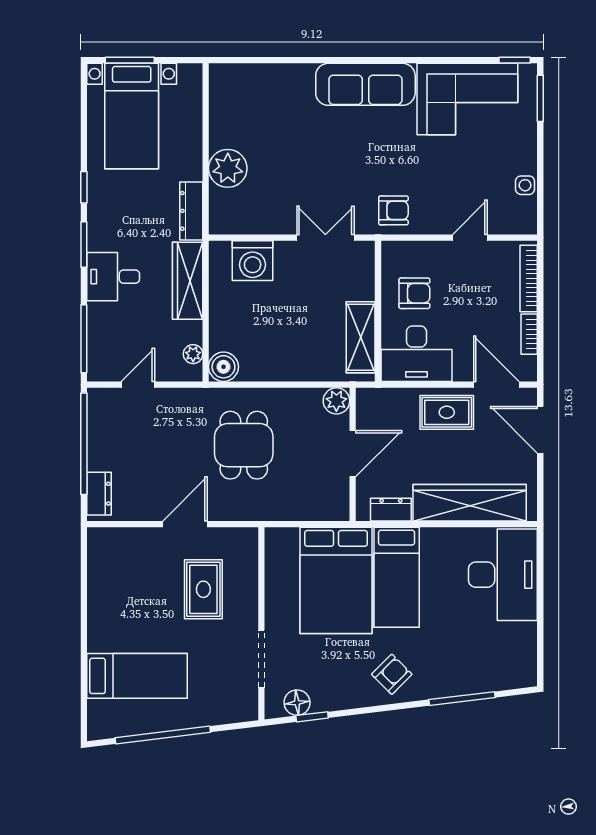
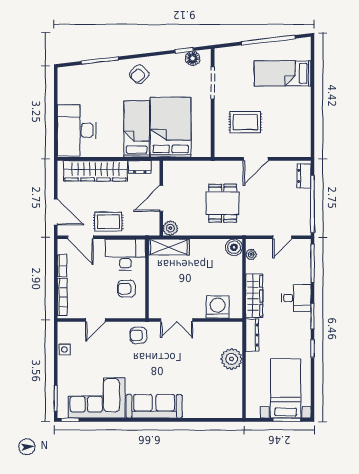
shelving: (361, 337) -> (169, 247), moved, turned 90
rug: (203, 589) -> (245, 122), turned 90

